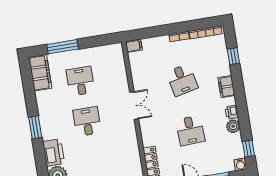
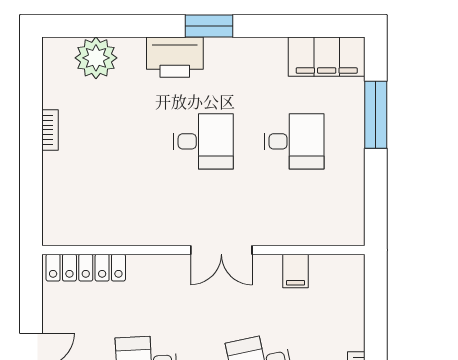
filing cabinet: (134, 46) -> (296, 271), moved
printer: (54, 153) -> (175, 57), moved

